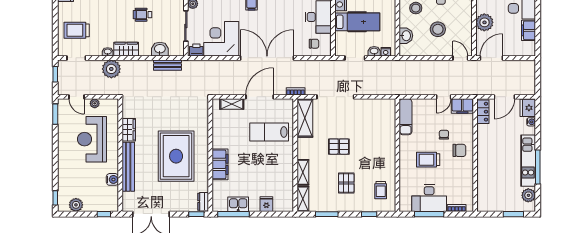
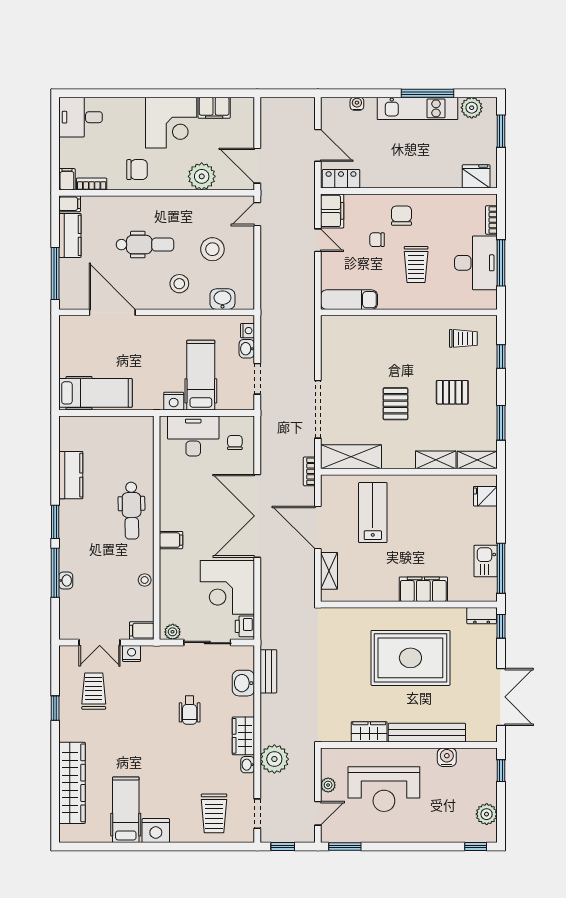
fridge: (528, 108) -> (476, 176), moved, turned 180
lab bench: (269, 132) -> (373, 513), turned 180
fridge: (266, 204) -> (485, 496), moved

